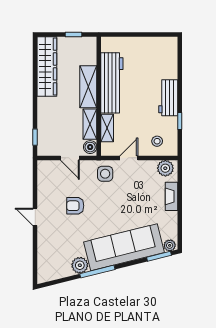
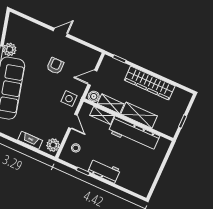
wardrobe: (47, 66) -> (150, 83), moved

